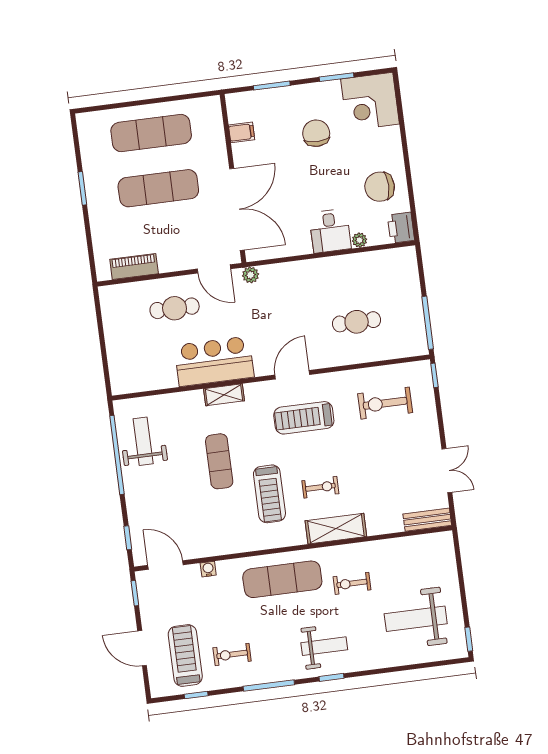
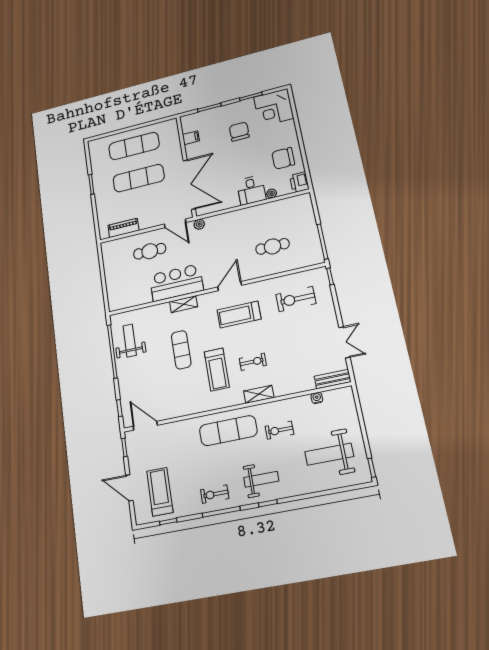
shelving: (336, 529) -> (259, 394), width x0.67, depth x0.75
water cooler: (208, 569) -> (317, 398), moved
exercise bike: (232, 654) -> (215, 494), moved

